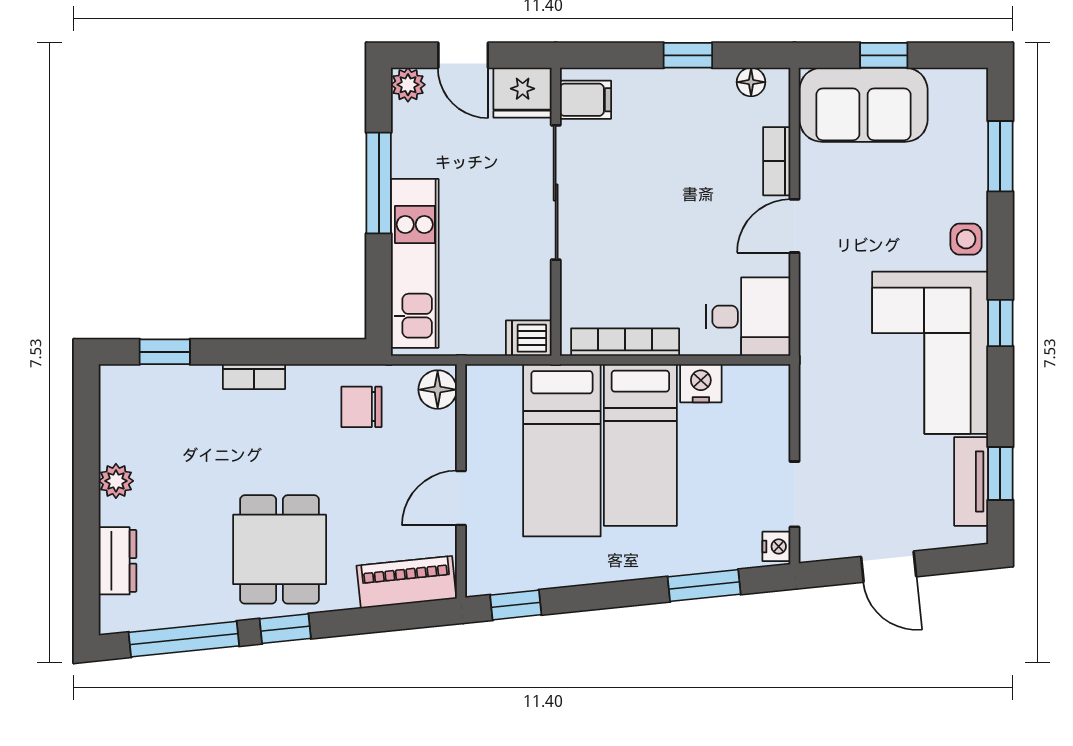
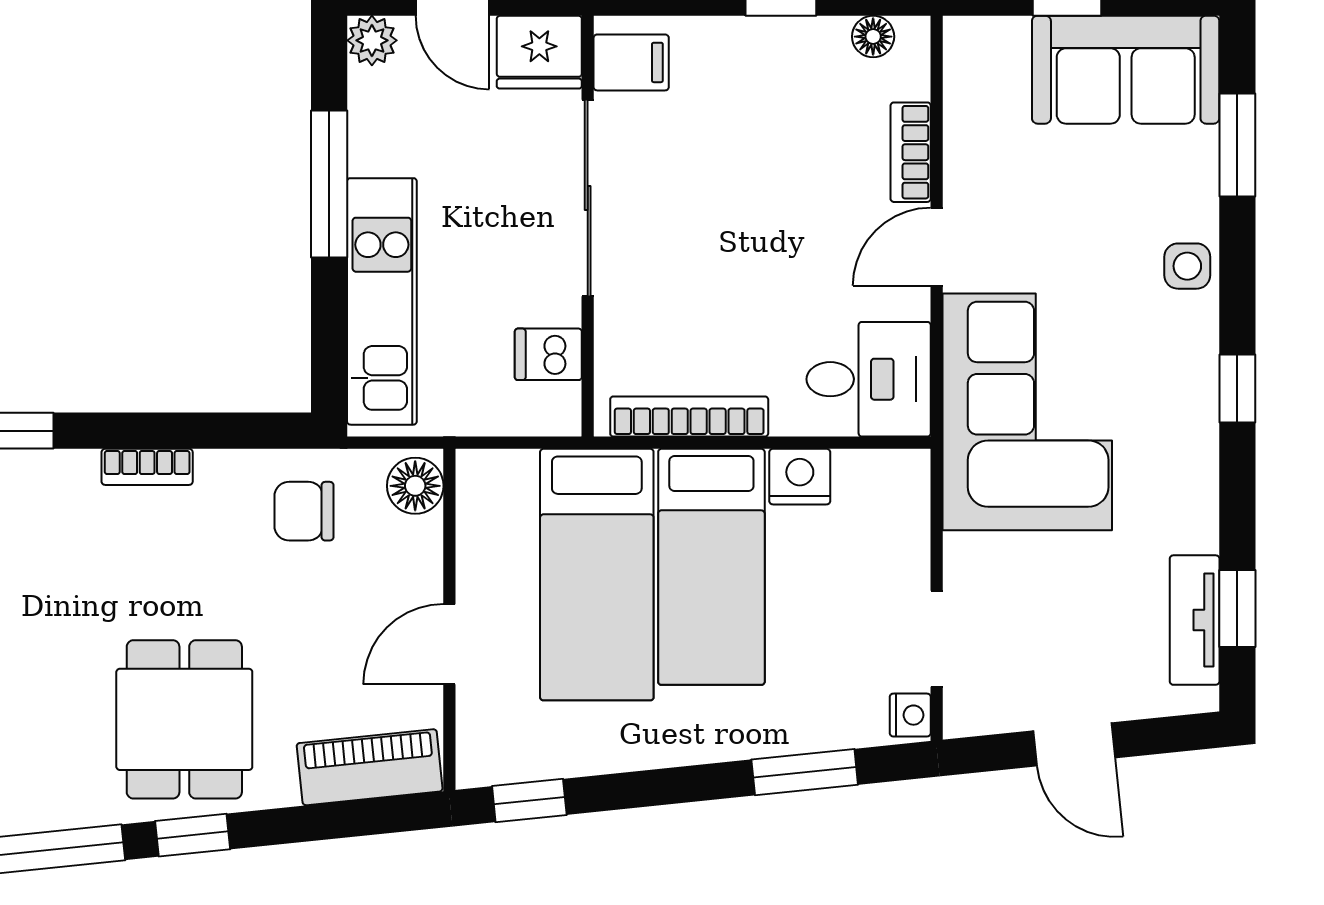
sofa: (863, 105) -> (1126, 70), moved
dishwasher: (529, 338) -> (548, 354), moved
corner sofa: (930, 353) -> (1027, 412), moved, turned 180

